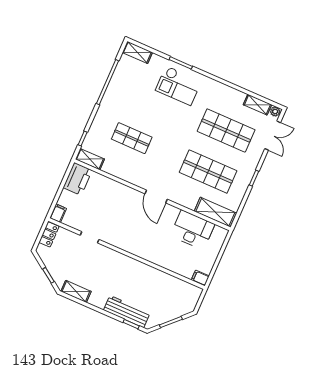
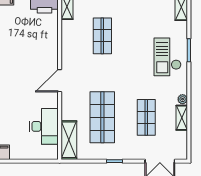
shelving: (257, 105) -> (182, 118), moved
plant: (275, 111) -> (183, 99), moved
shop shelf: (226, 130) -> (146, 117), width x0.70, depth x0.74

